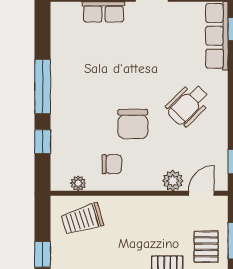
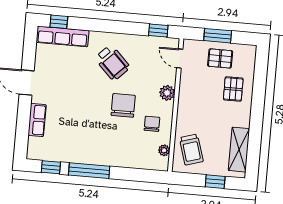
chair: (133, 124) -> (123, 105), turned -90
window: (43, 142) -> (51, 167), moved
plant: (173, 181) -> (167, 93), moved

